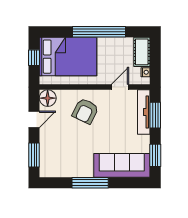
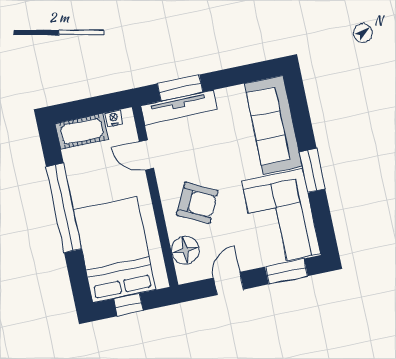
floor lamp: (48, 98) -> (185, 250), moved
door: (34, 119) -> (228, 284), hinge flipped
window: (155, 155) -> (245, 74), removed
corner sofa: (66, 159) -> (281, 217), added
window: (90, 183) -> (312, 171), width x0.69

